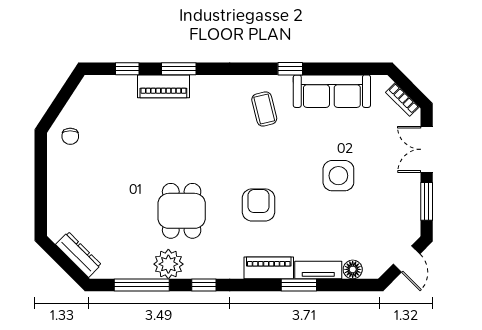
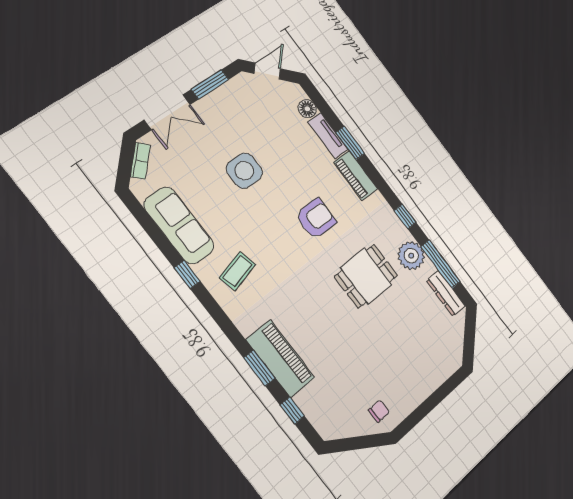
piano: (163, 86) -> (280, 359), width x1.37, depth x1.33
armchair: (258, 205) -> (316, 219), turned 180
dresser: (78, 255) -> (446, 293), moved, turned -45

